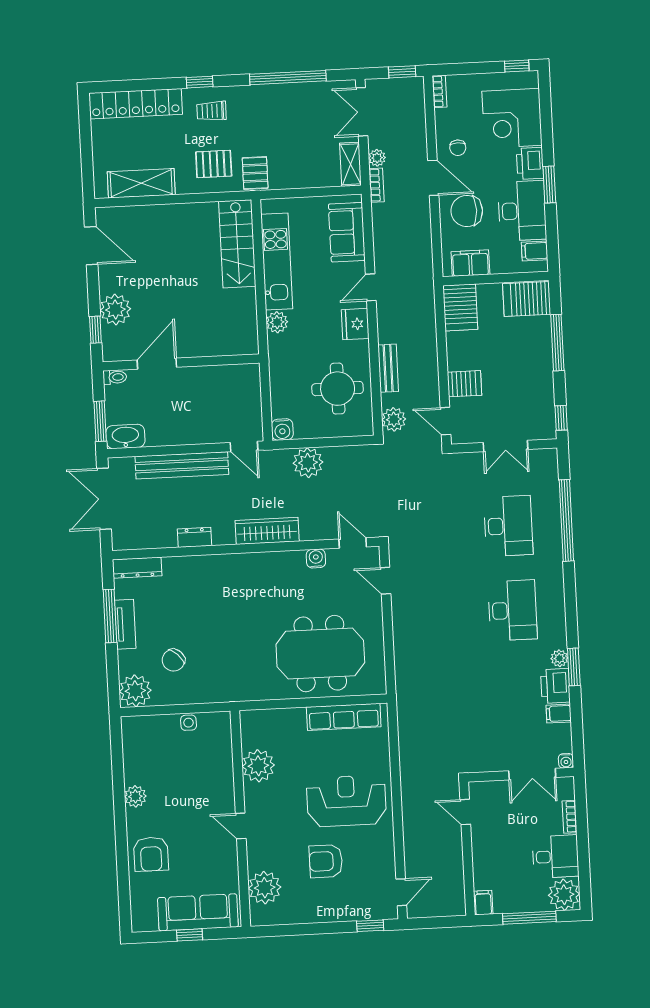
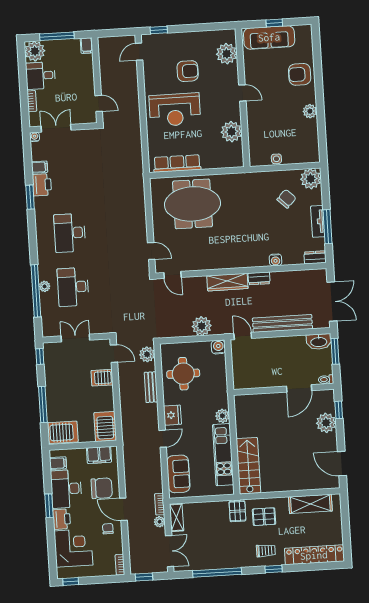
dresser: (195, 537) -> (259, 278), moved
water cooler: (316, 558) -> (275, 260), moved
dresser: (137, 568) -> (315, 257), width x0.70
plant: (559, 658) -> (45, 286), moved
armchair: (151, 854) -> (300, 74), turned -90

